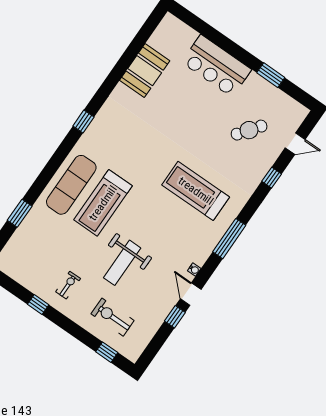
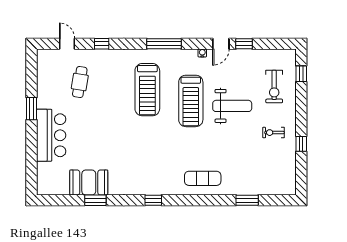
window: (123, 65) -> (95, 200), added
window: (271, 75) -> (31, 109), moved
cafe table: (249, 130) -> (80, 82), turned 62
exercise mat: (71, 185) -> (203, 178), width x0.73, depth x0.69
treadmill: (103, 203) -> (191, 101), moved, turned 90

